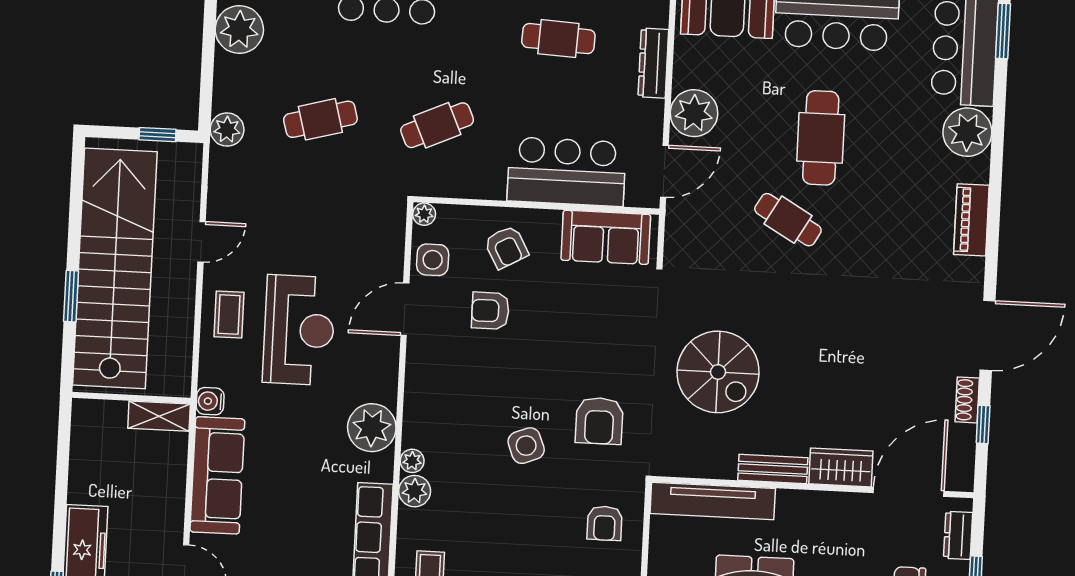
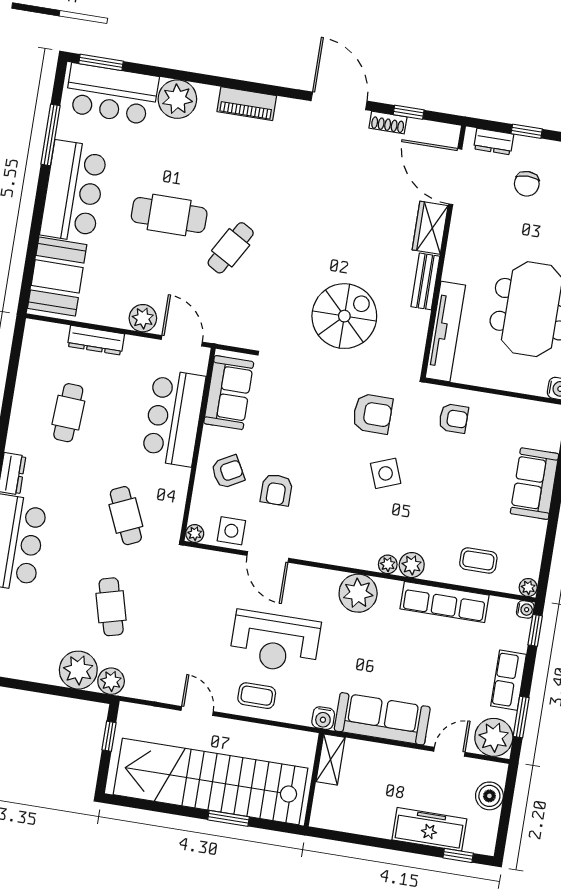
plant: (239, 29) -> (78, 670), moved
plant: (694, 113) -> (143, 318), width x0.73, depth x0.73
reception desk: (299, 330) -> (275, 642), turned 180

